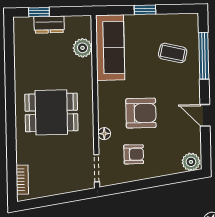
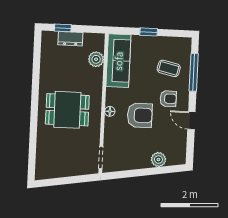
floor lamp: (104, 134) -> (110, 111), moved
armchair: (134, 154) -> (168, 99), moved
plant: (191, 162) -> (158, 160), moved
bookcase: (22, 180) -> (40, 163), removed

